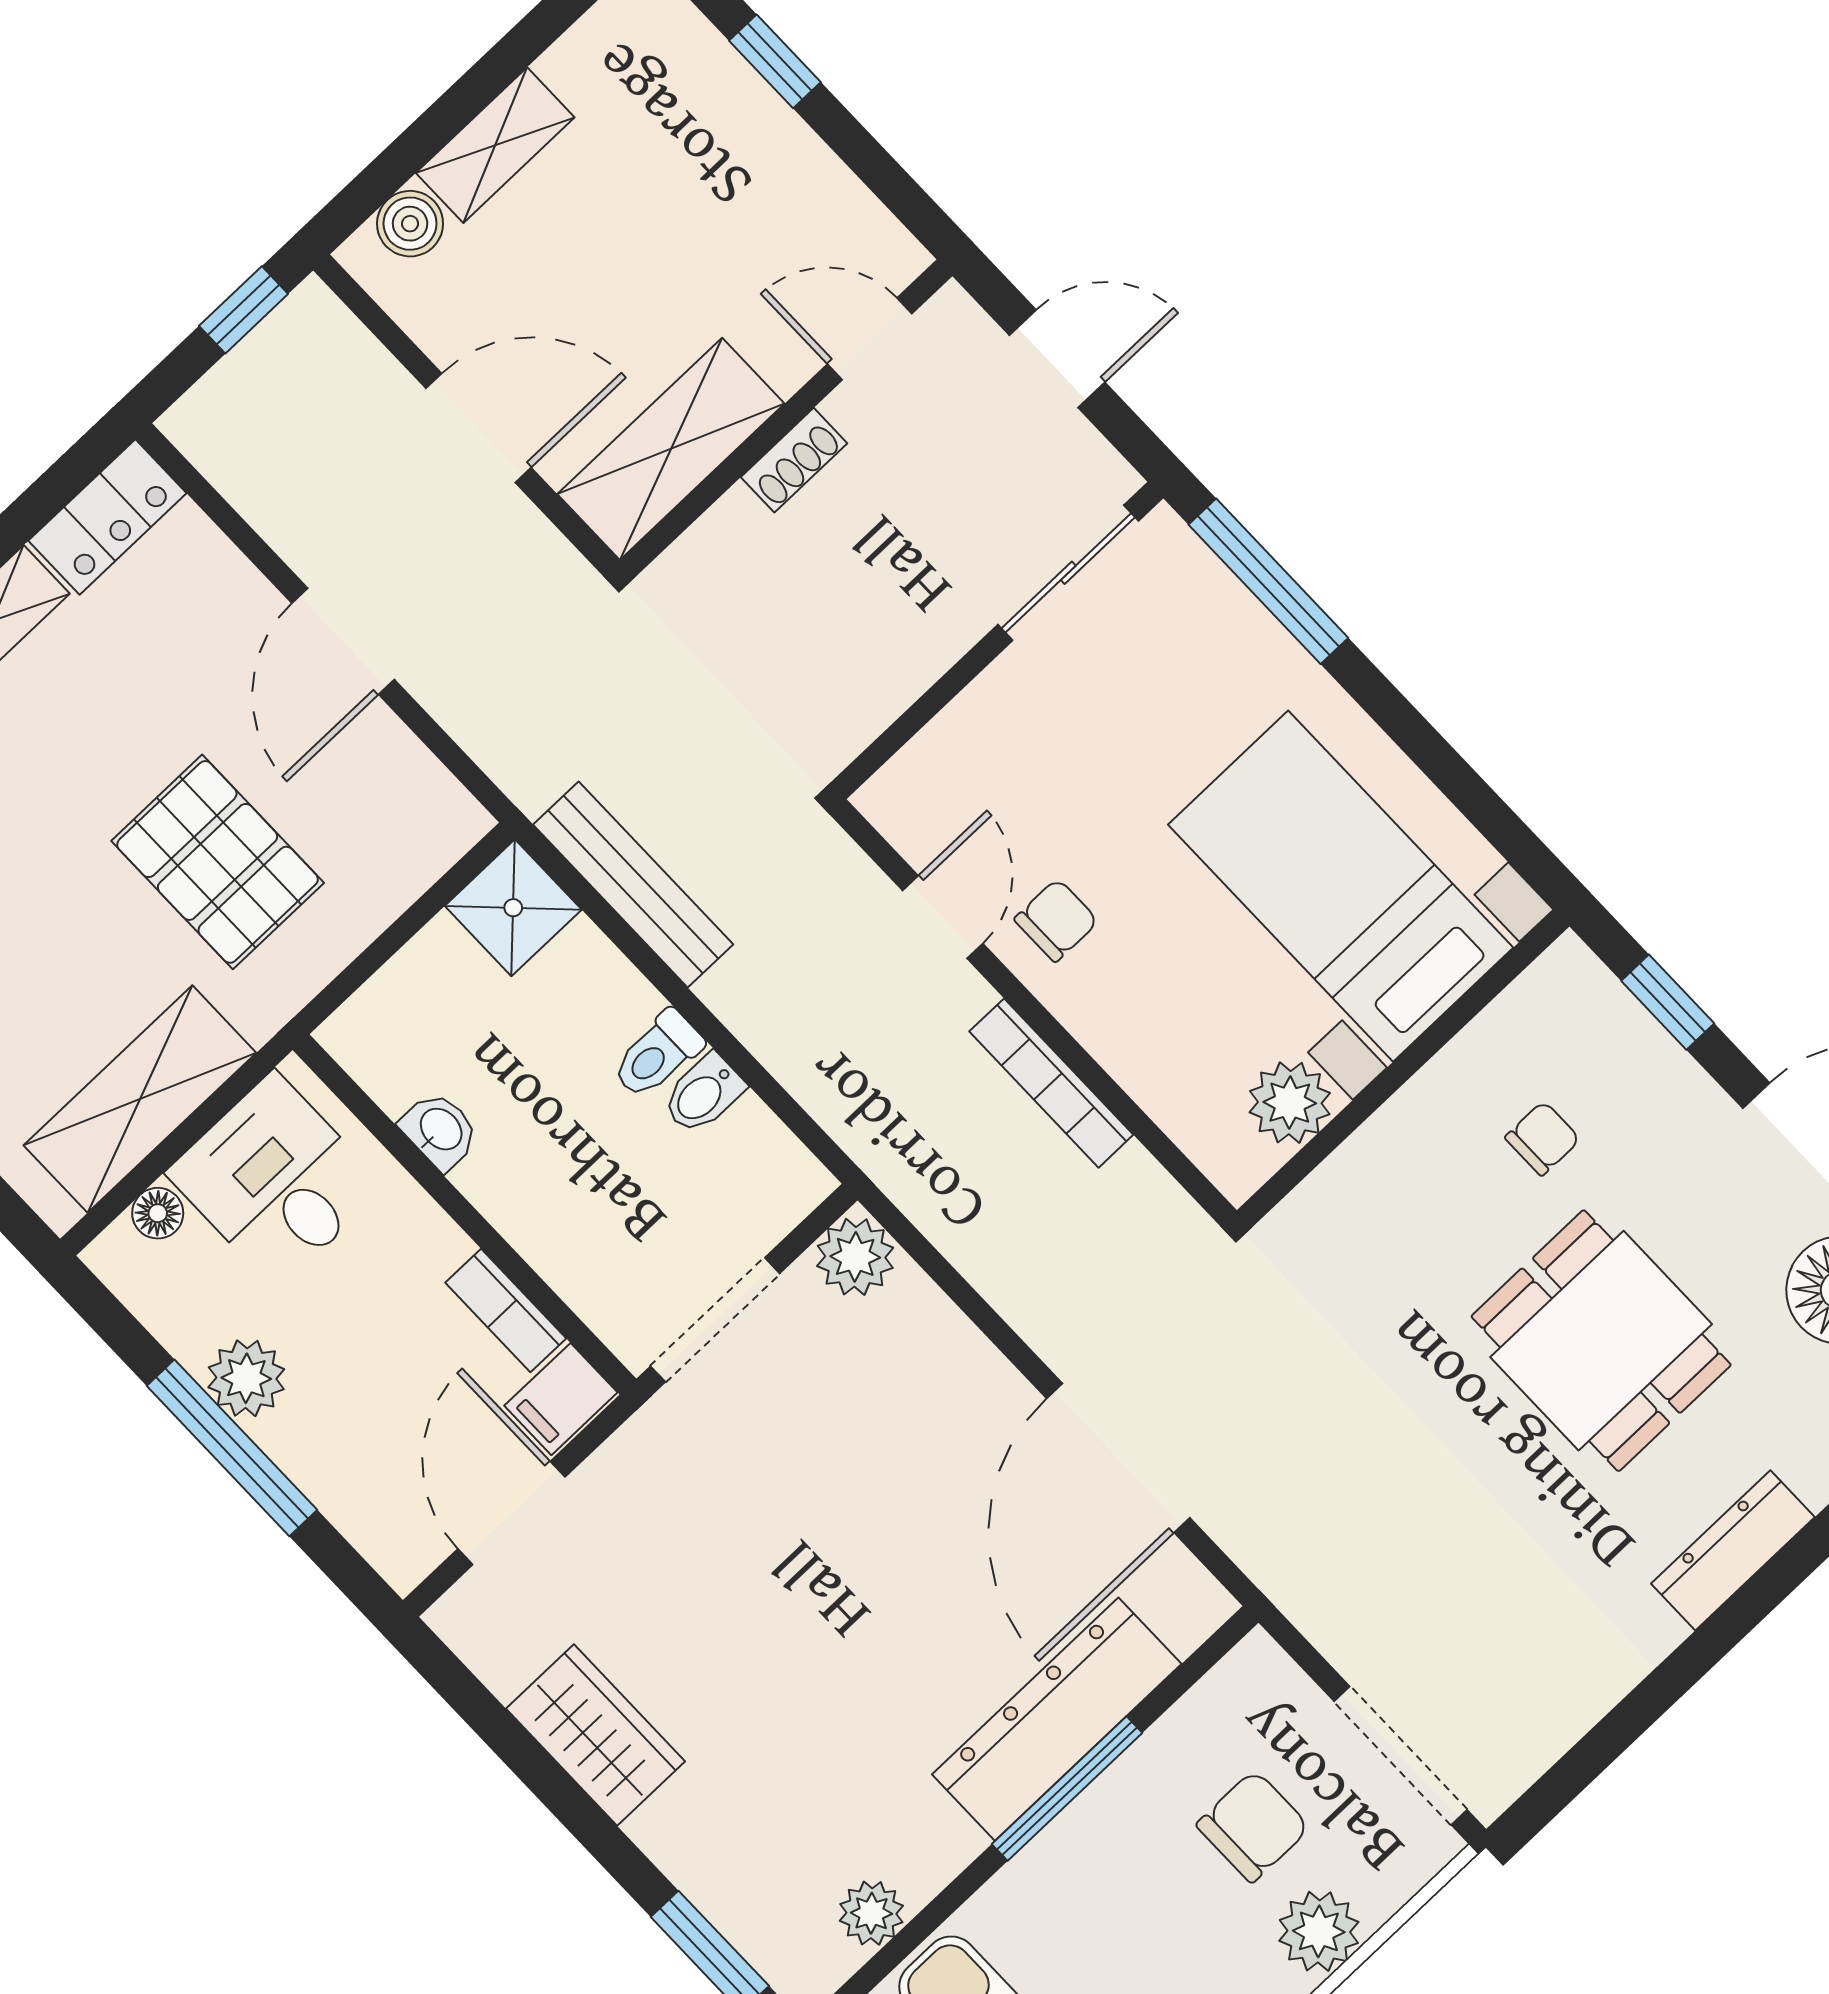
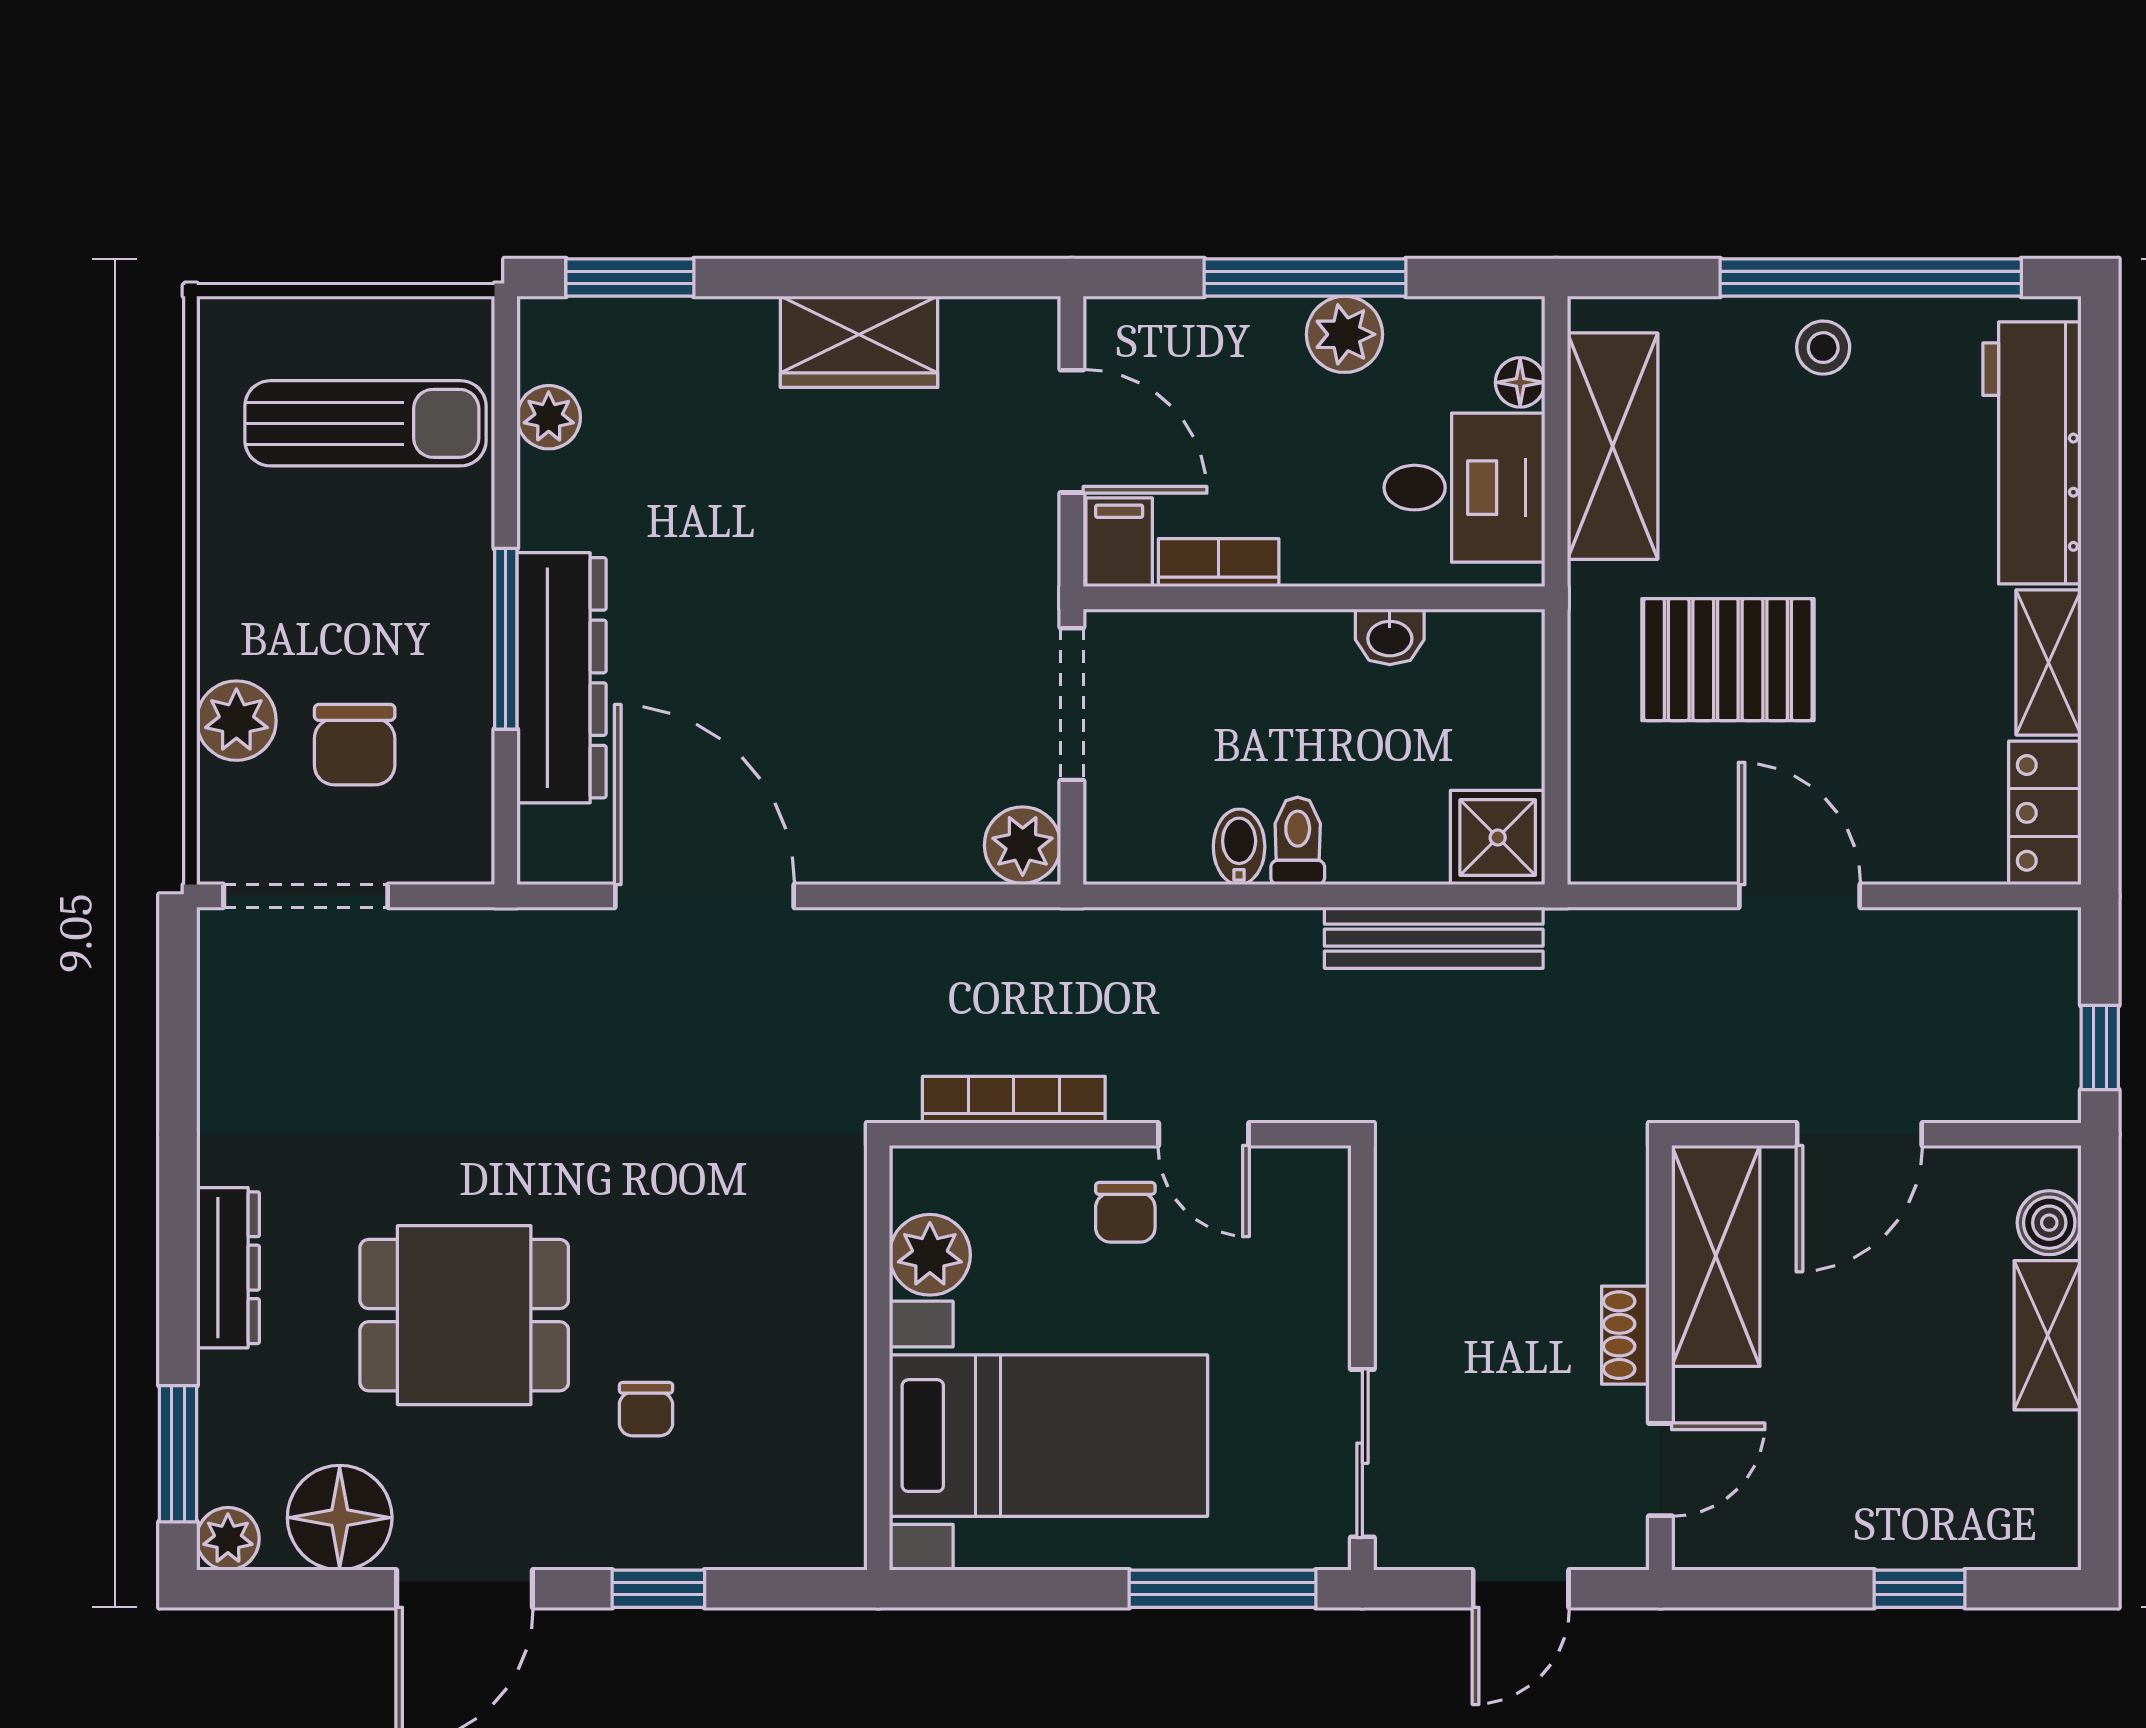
bed with nightstands: (1341, 886) -> (1048, 1436), moved
wall: (1403, 1068) -> (878, 1358), moved
plant: (1290, 1103) -> (930, 1255), moved

